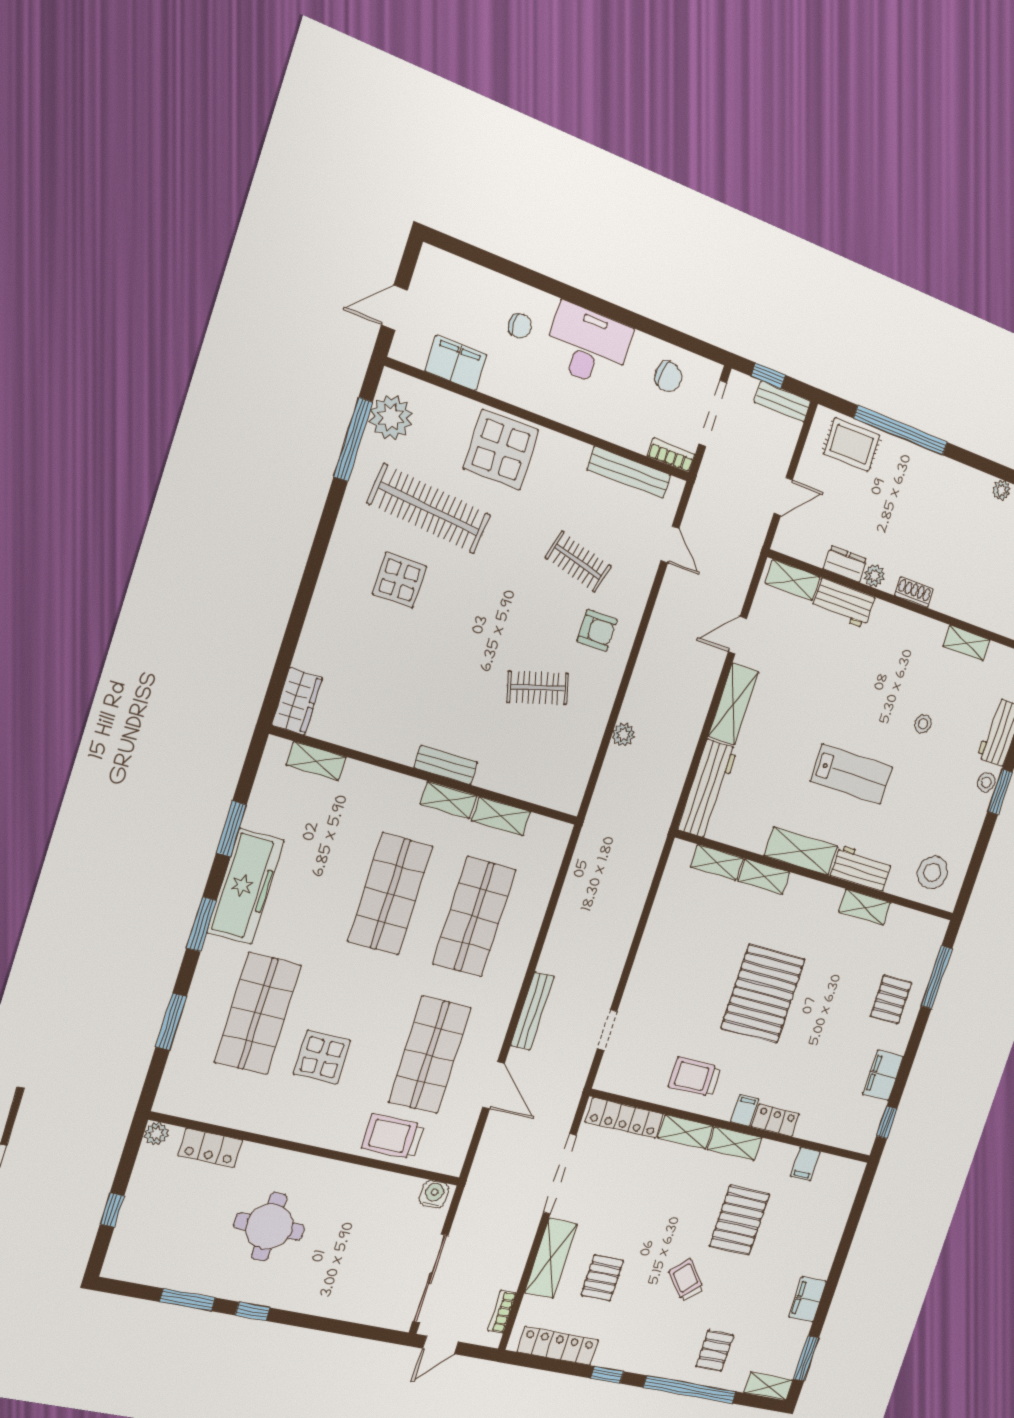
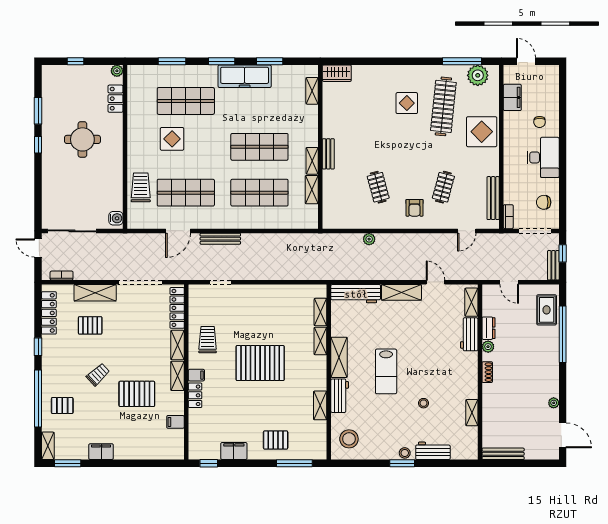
chair: (668, 377) -> (544, 202), turned 77

